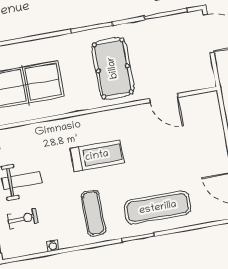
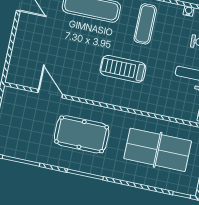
pool table: (113, 68) -> (82, 134), turned 90

